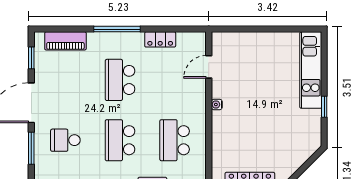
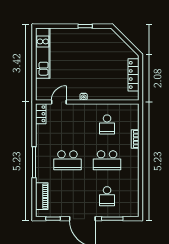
locker: (160, 39) -> (41, 114), moved
door: (209, 67) -> (59, 102), swing flipped
kitchen unit: (311, 70) -> (43, 53), moved, turned -90
school desk: (175, 140) -> (107, 124), width x0.54

